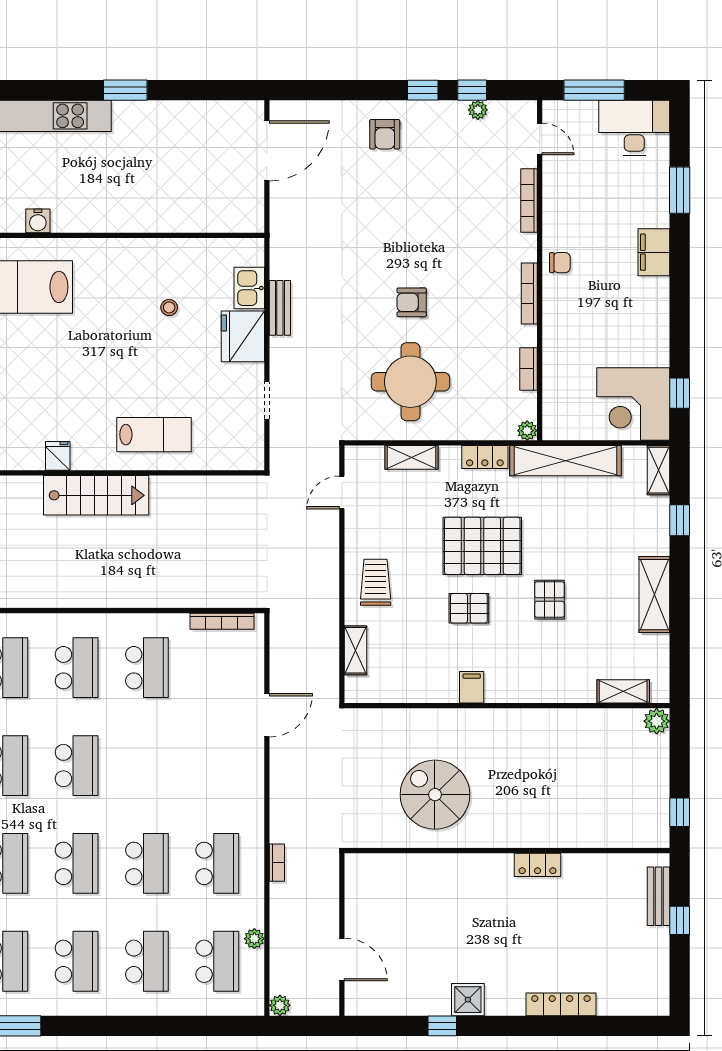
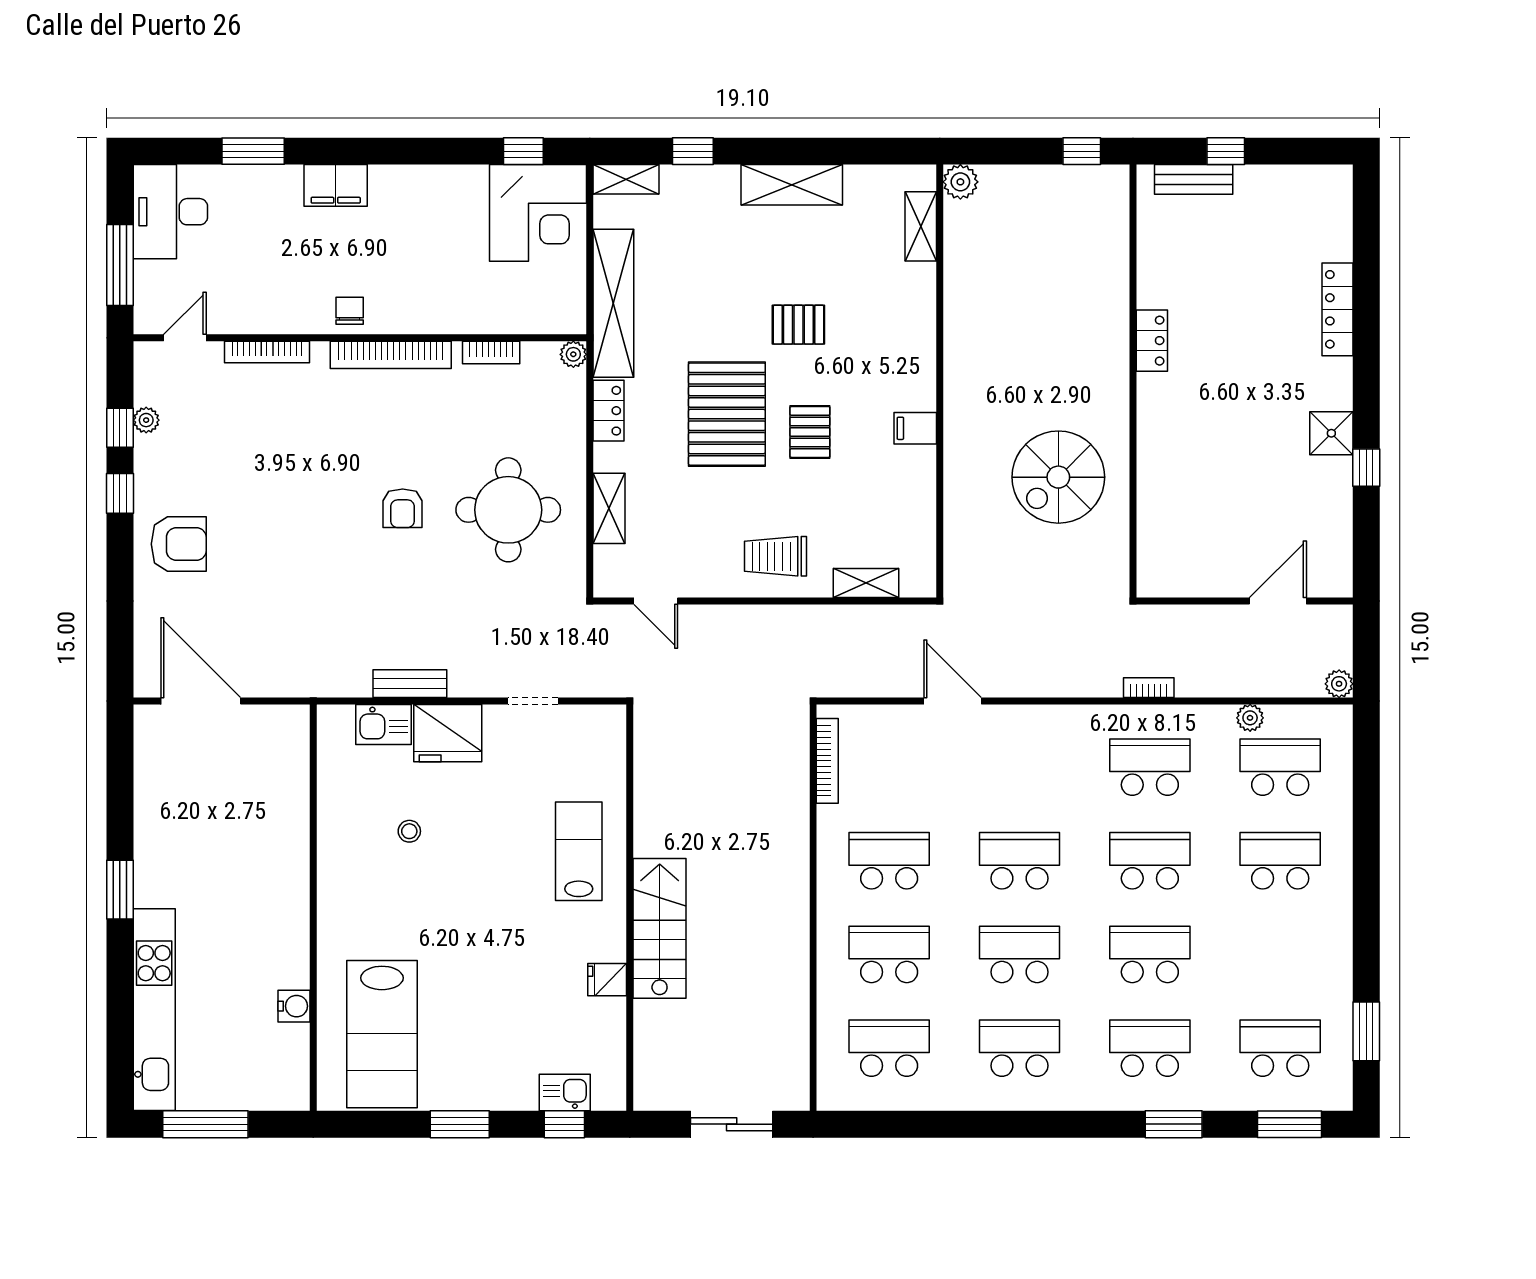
armchair: (385, 134) -> (179, 544), width x1.38, depth x1.38
bookcase: (529, 293) -> (391, 355), width x1.48, depth x1.31
school desk: (77, 961) -> (1019, 861), moved

